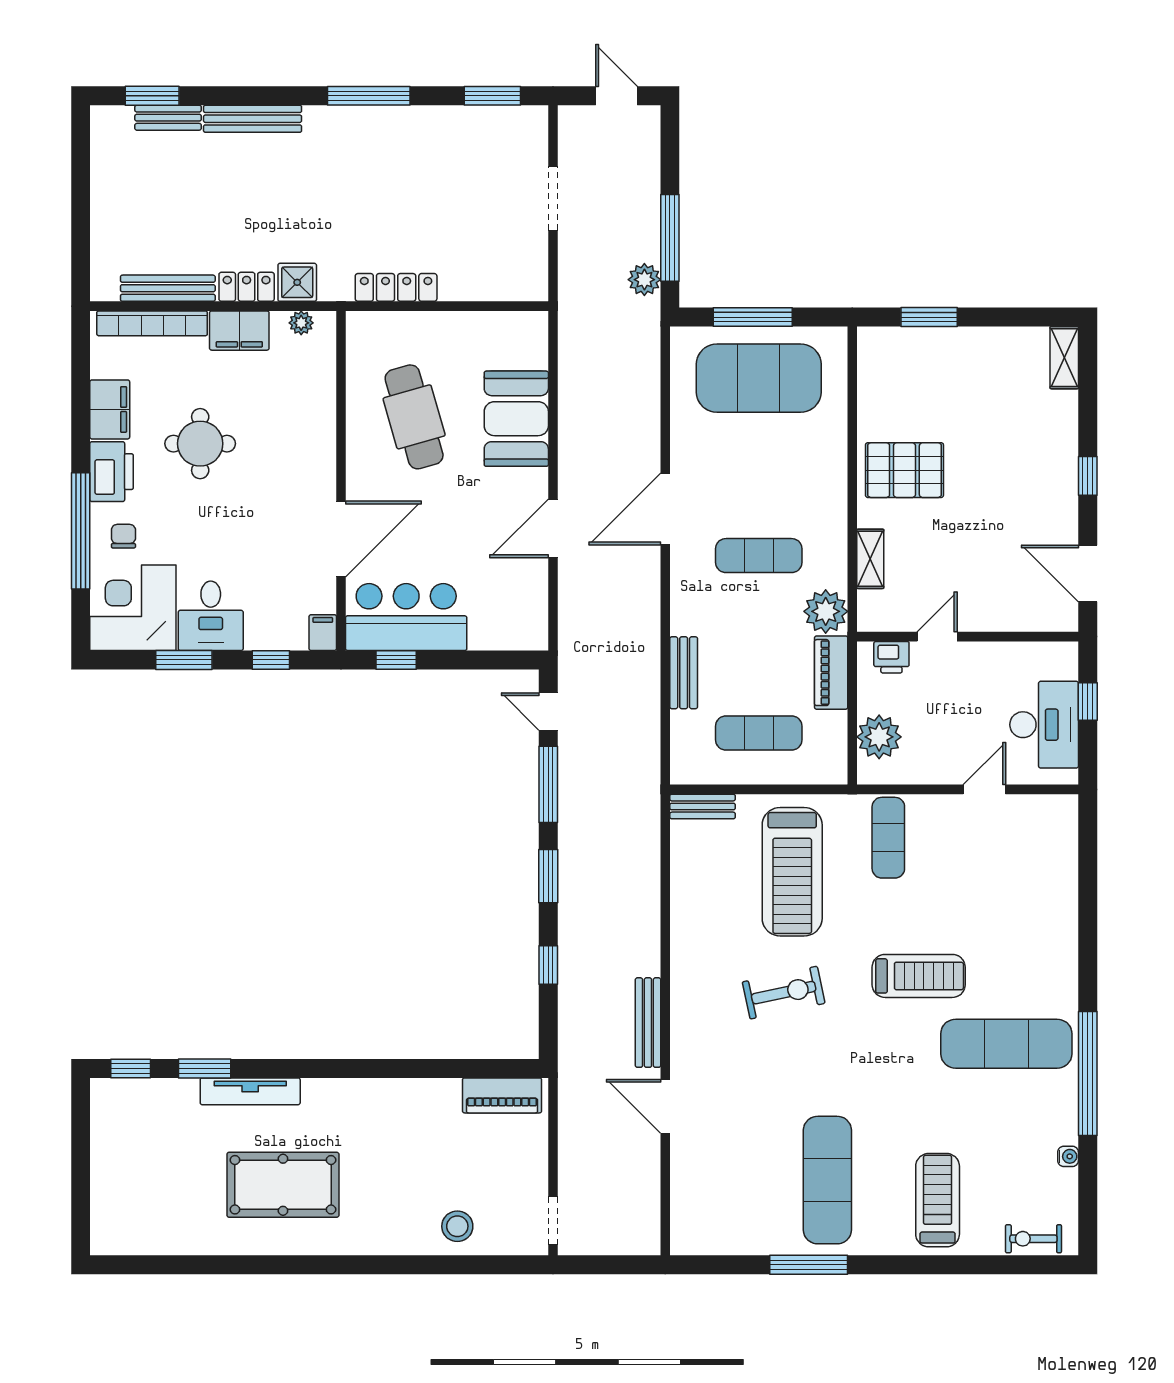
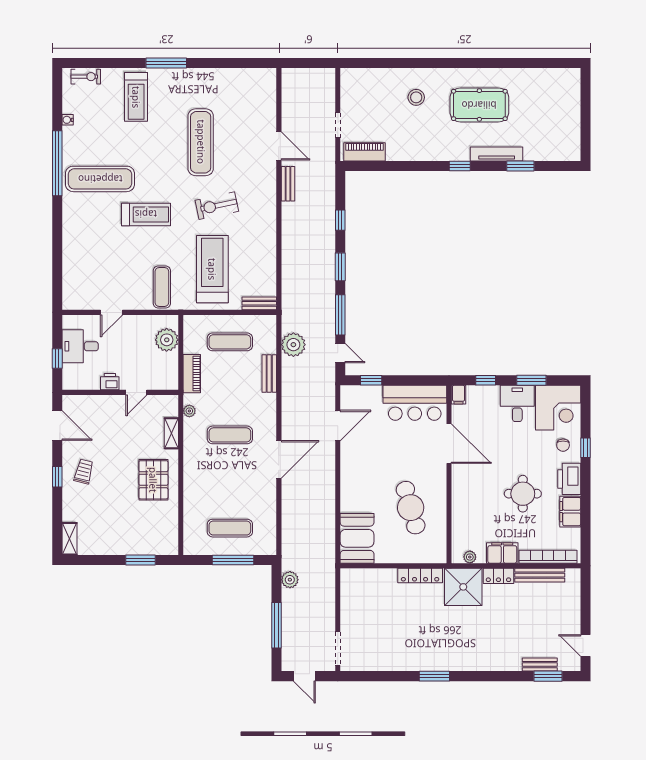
window: (369, 96) -> (434, 676), width x0.69
window: (492, 96) -> (369, 676), removed
bench: (253, 119) -> (495, 664), removed
door: (81, 154) -> (585, 646), added
doorway: (553, 198) -> (338, 649), moved
window: (670, 238) -> (276, 625), moved
shower: (297, 282) -> (463, 587), width x1.86, depth x1.86
exercise mat: (759, 378) -> (230, 528), width x0.50, depth x0.69
booth: (516, 419) -> (357, 538), moved
pallet: (904, 470) -> (153, 480), turned 90
trolley: (1037, 486) -> (84, 471), added
door: (553, 528) -> (338, 425), moved
window: (81, 531) -> (585, 448), width x0.32
door: (341, 539) -> (449, 444), swing flipped
plant: (826, 611) -> (189, 411), width x0.53, depth x0.53
printer: (891, 657) -> (110, 382), moved
window: (396, 660) -> (371, 380), moved
desk: (1044, 725) -> (80, 346), width x0.73
plant: (638, 728) -> (293, 345), added
treadmill: (919, 976) -> (146, 214), turned 180
bench: (648, 1023) -> (288, 184), width x0.73
window: (131, 1068) -> (460, 166), moved
exercise mat: (827, 1180) -> (201, 142), moved
doorway: (553, 1221) -> (338, 125), moved
stool: (457, 1226) -> (416, 97), moved
window: (809, 1265) -> (166, 63), moved

